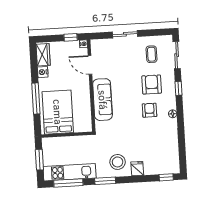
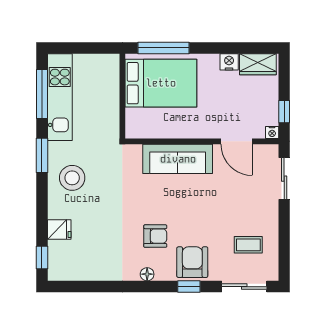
sliding door: (125, 34) -> (284, 179), moved
door: (90, 65) -> (237, 141), swing flipped
armchair: (152, 84) -> (192, 262), moved, turned -90
window: (36, 98) -> (164, 48), moved
window: (39, 160) -> (83, 48), removed
fridge: (137, 169) -> (59, 229), moved

